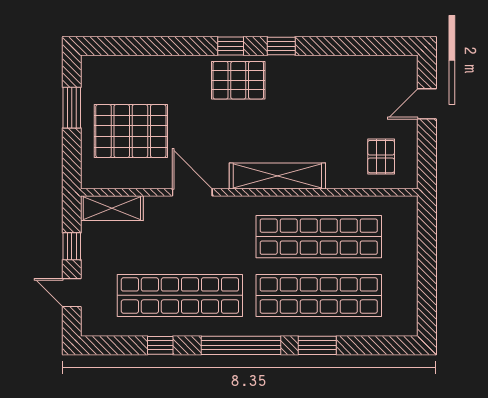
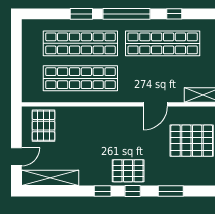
window: (166, 46) -> (171, 191), added
pallet: (381, 157) -> (44, 126), width x1.50, depth x1.42
shelving: (277, 176) -> (50, 178), moved
door: (192, 192) -> (155, 104), hinge flipped

